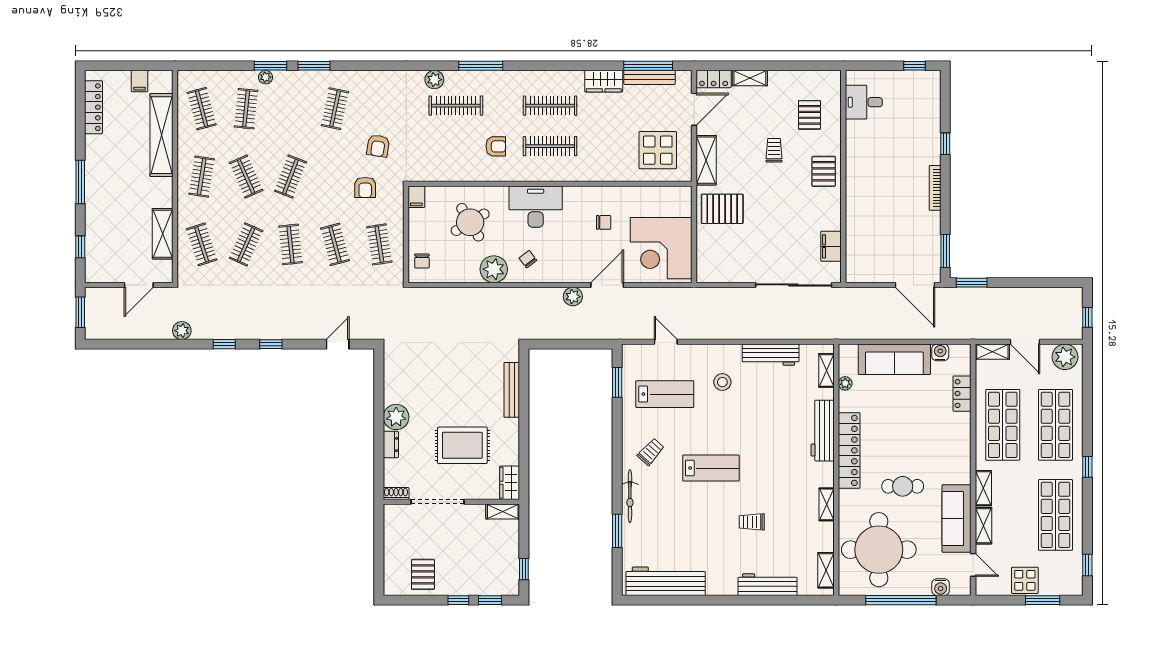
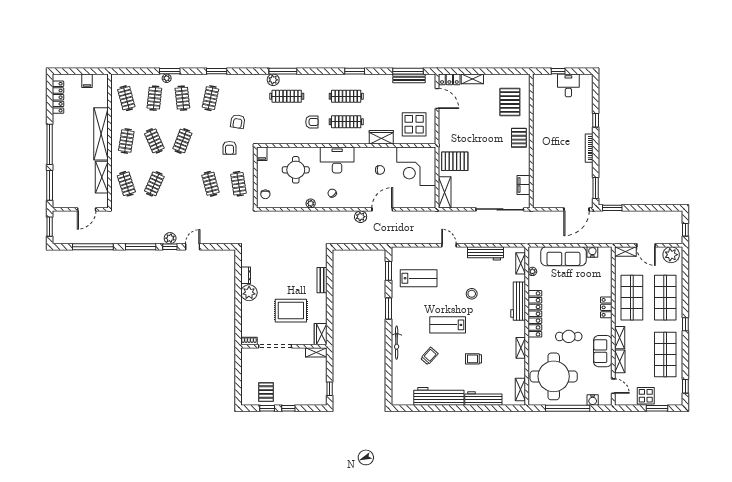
window: (314, 66) -> (217, 71), moved
window: (481, 66) -> (283, 71), moved
window: (563, 66) -> (355, 71), added
window: (915, 66) -> (558, 71), moved
wardrobe: (604, 81) -> (381, 137), moved, turned 180
desk: (864, 102) -> (568, 85), moved, turned 90
door: (694, 109) -> (437, 98), hinge flipped
pallet: (809, 115) -> (510, 102), width x1.50, depth x1.42
shelving: (161, 135) -> (101, 134), moved
trolley: (774, 150) -> (488, 124), removed
shelving: (706, 160) -> (445, 192), moved
window: (80, 182) -> (50, 144), width x1.46
round table: (470, 222) -> (296, 170), turned 31
clothes rail: (291, 244) -> (182, 98), moved
window: (80, 247) -> (50, 185), width x2.17
corner desk: (661, 248) -> (416, 166), moved
plant: (494, 269) -> (311, 203), width x0.53, depth x0.53
door: (915, 285) -> (577, 209), hinge flipped
plant: (182, 331) -> (170, 238), moved
door: (666, 342) -> (449, 245), moved
window: (149, 344) -> (93, 247), added
window: (224, 344) -> (141, 247), width x2.17
door: (338, 344) -> (193, 247), moved
stool: (722, 382) -> (472, 294), moved
bench: (512, 390) -> (322, 280), width x0.73
locker: (962, 394) -> (606, 307), moved
dresser: (391, 444) -> (246, 275), moved
trolley: (651, 452) -> (429, 356), moved
lab bench: (711, 468) -> (448, 325), turned 180
sofa: (957, 519) -> (603, 351), width x0.73
window: (617, 531) -> (388, 309), moved
workbench: (666, 581) -> (439, 396), moved
window: (490, 600) -> (267, 408), moved

